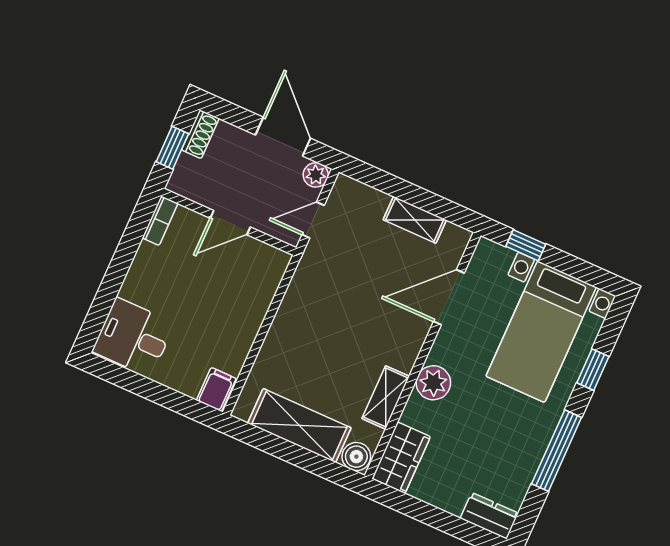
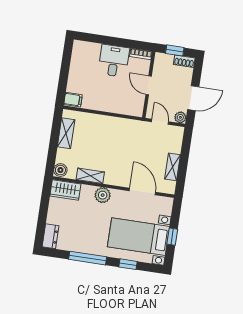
window: (526, 245) -> (172, 237), moved
desk: (133, 337) -> (114, 61), moved
shelving: (299, 425) -> (66, 133), width x0.67, depth x0.75

